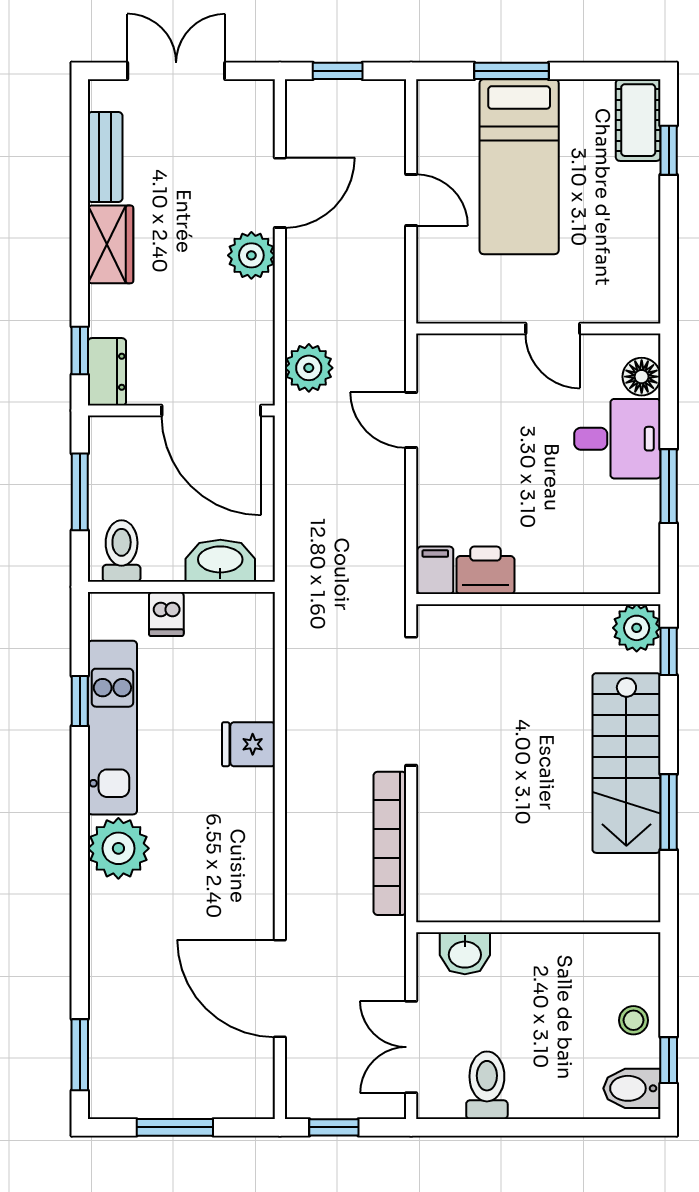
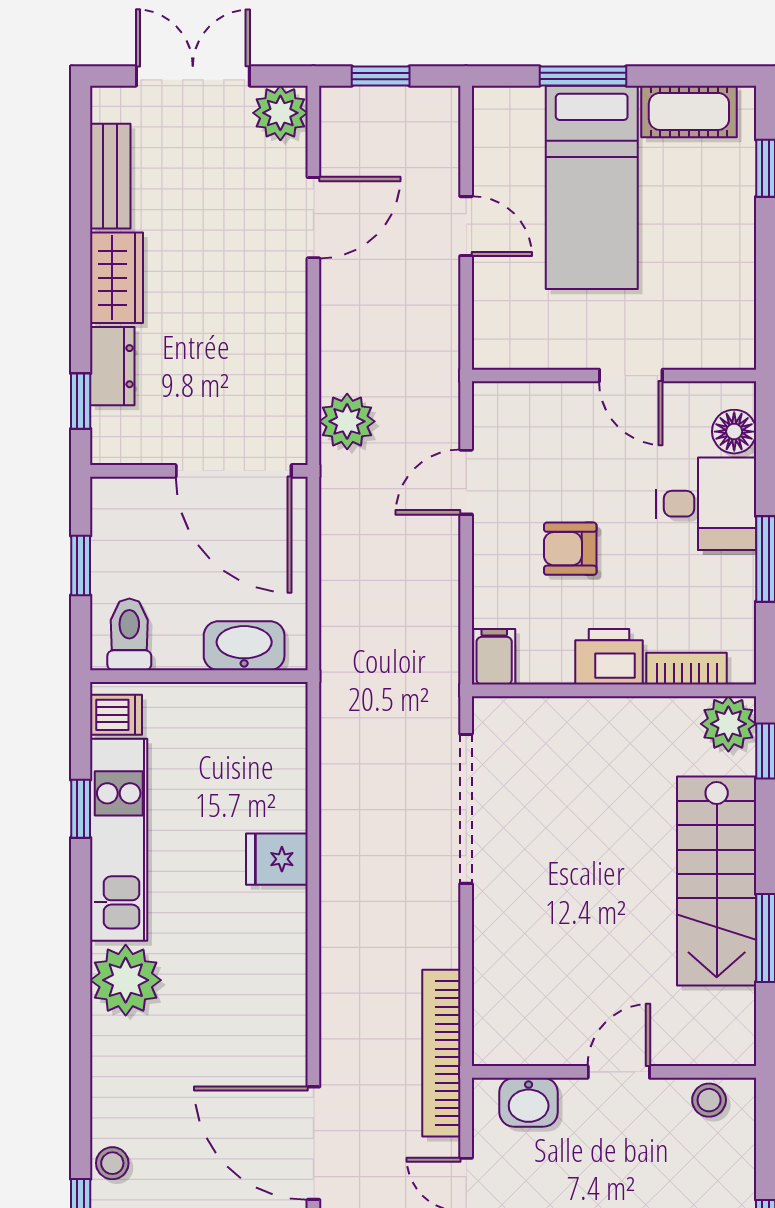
cot: (638, 120) -> (689, 111), moved, turned 90
plant: (251, 255) -> (280, 113), moved
dresser: (107, 372) -> (112, 366), moved
door: (411, 420) -> (466, 482), hinge flipped
armchair: (501, 477) -> (570, 549), added
window: (80, 492) -> (81, 566), width x0.67
printer: (485, 570) -> (609, 657), moved
bookcase: (601, 580) -> (687, 669), added
dishwasher: (166, 614) -> (116, 715), moved, turned -90
bookcase: (390, 843) -> (441, 1053), moved
door: (542, 927) -> (619, 1072), added
stool: (107, 1006) -> (112, 1163), added
stool: (633, 1020) -> (709, 1100), moved

